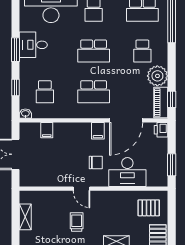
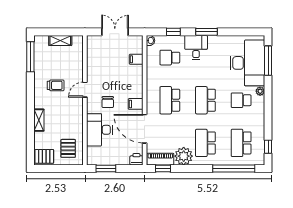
desk: (33, 45) -> (196, 48), moved
school desk: (142, 51) -> (205, 143), width x1.85

